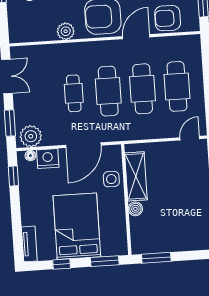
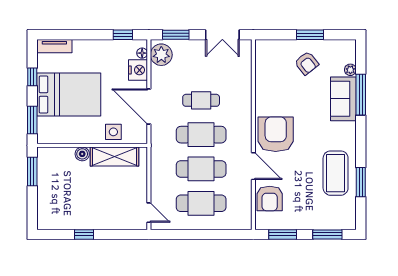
armchair: (168, 18) -> (270, 198), turned 180
plant: (66, 31) -> (263, 96), removed

